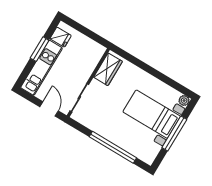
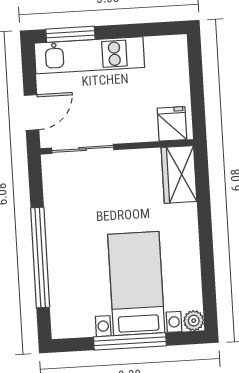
fridge: (61, 37) -> (172, 124), moved, turned 180
window: (40, 49) -> (70, 34), moved
wardrobe: (108, 69) -> (179, 174), moved, turned 90

